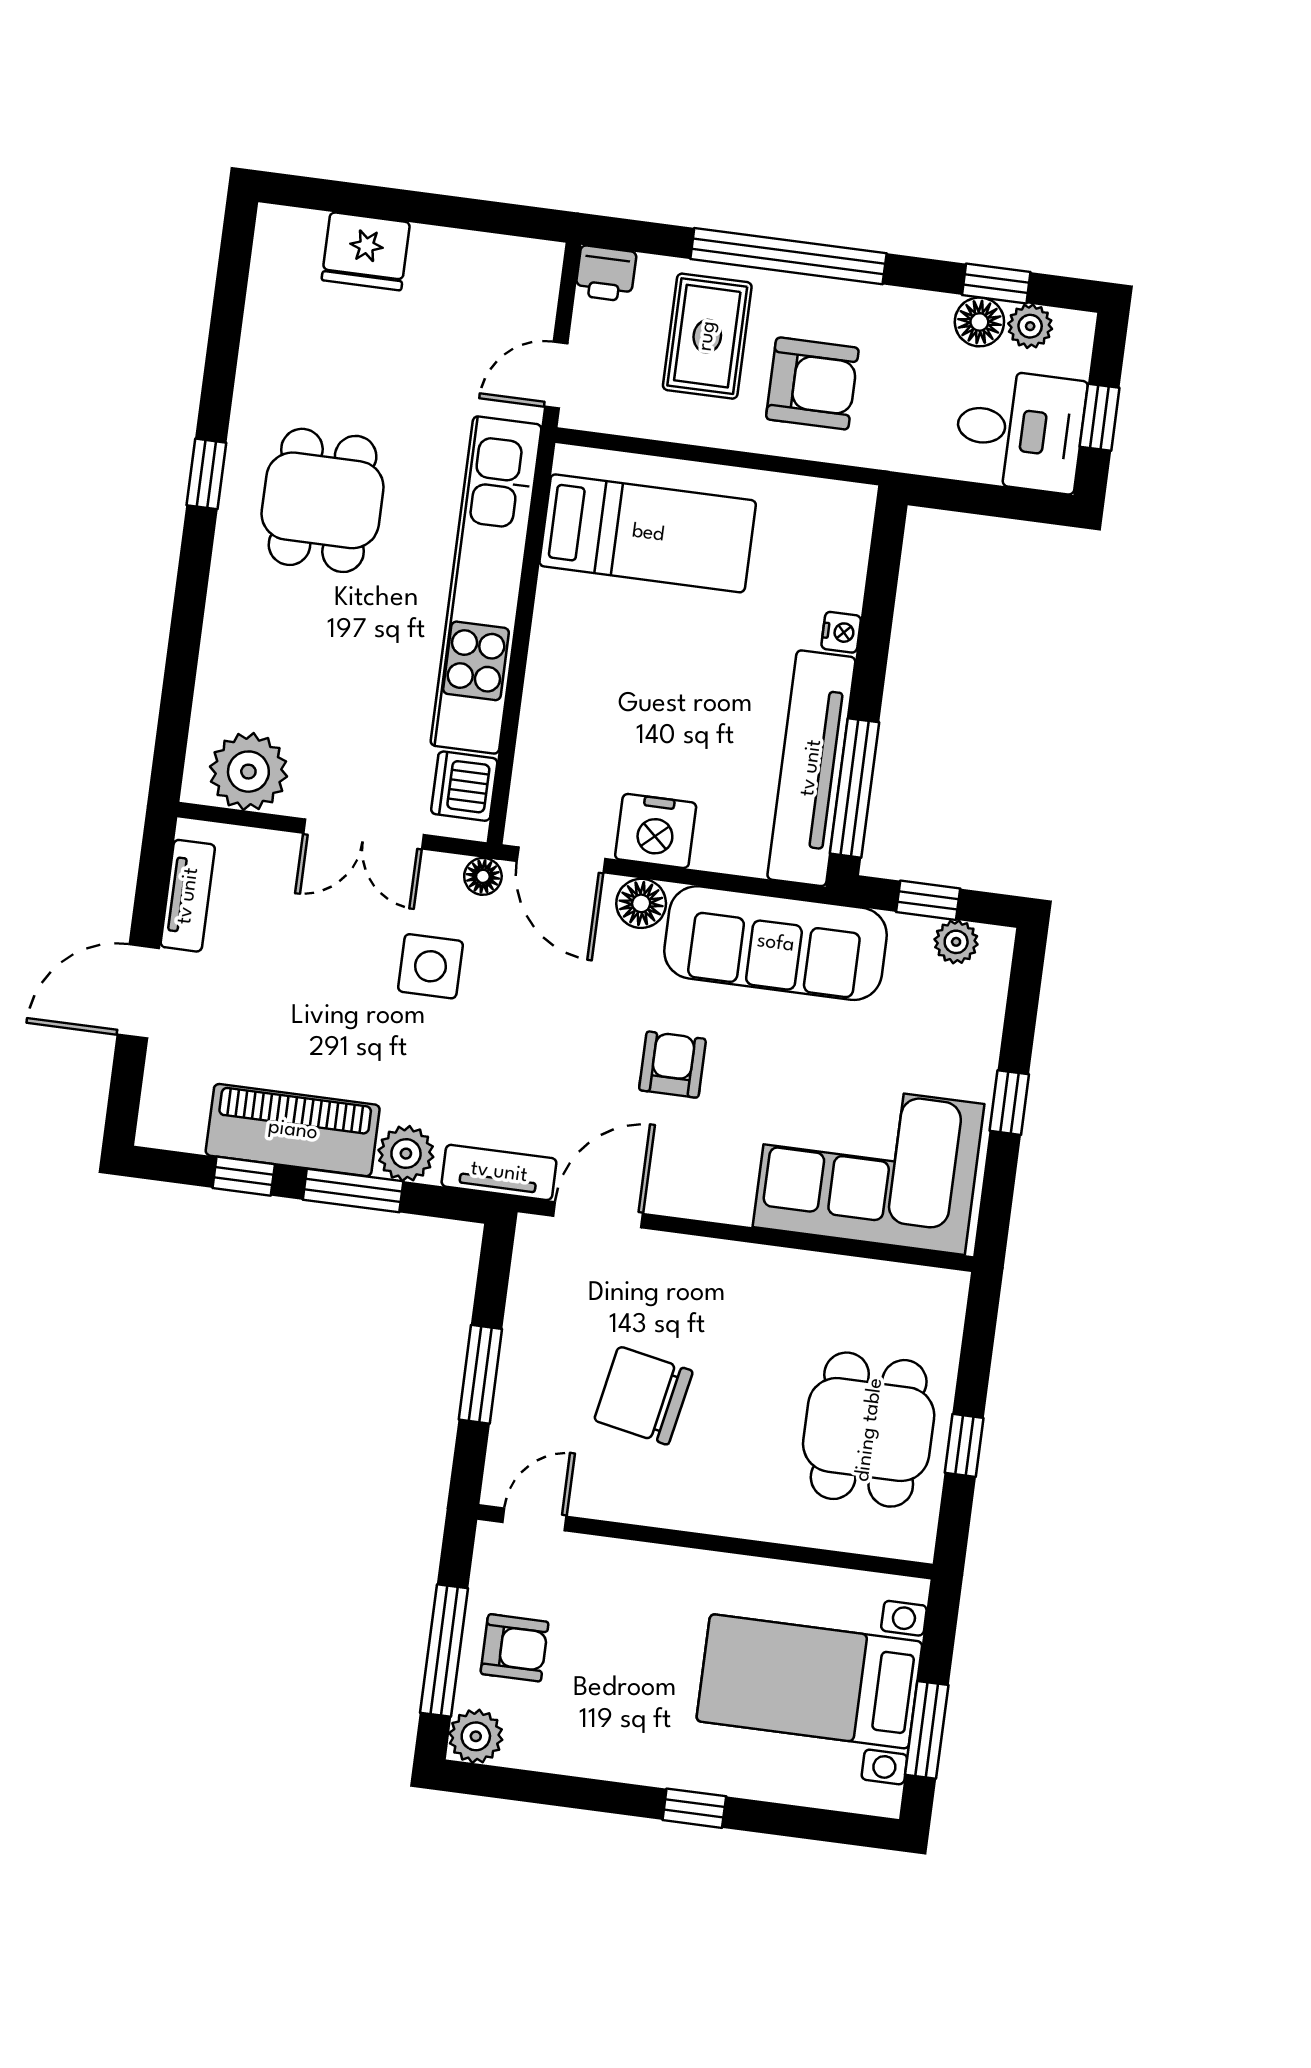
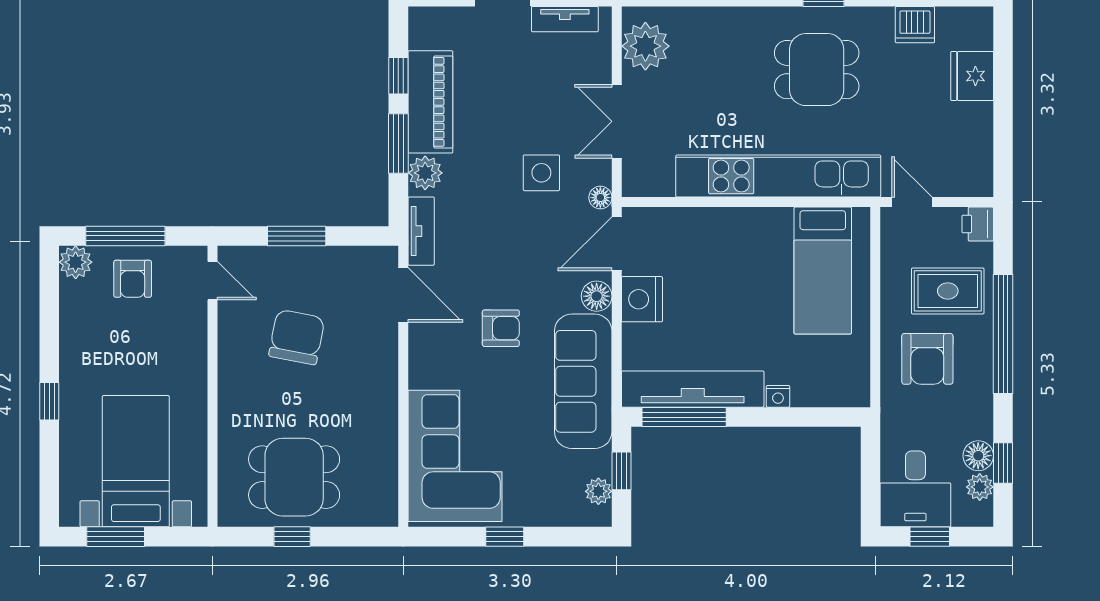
dishwasher: (464, 786) -> (915, 25), moved, turned 180

